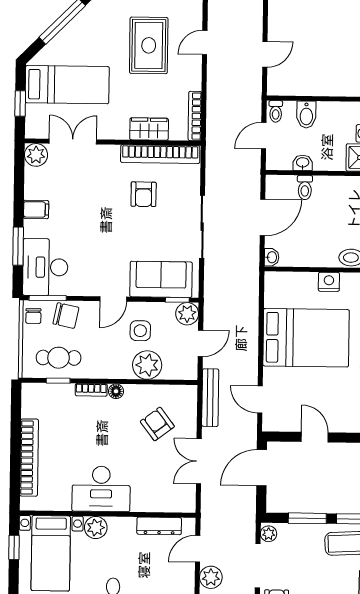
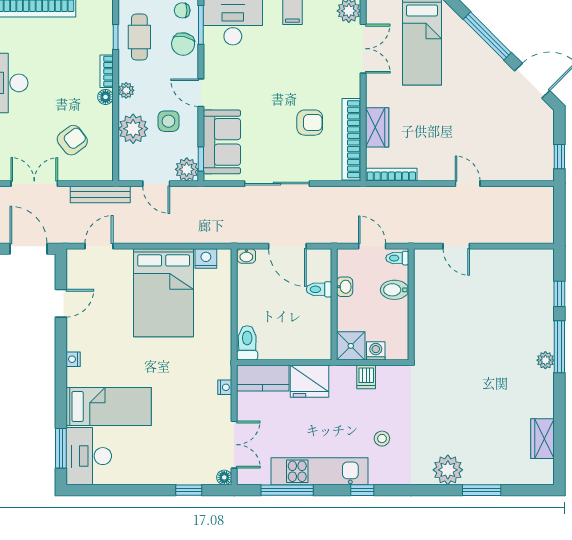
rug: (149, 45) -> (464, 126), removed
armchair: (144, 194) -> (310, 123), turned 180
nightstand: (329, 282) -> (206, 258), moved, turned -90
plant: (110, 371) -> (126, 90), added

